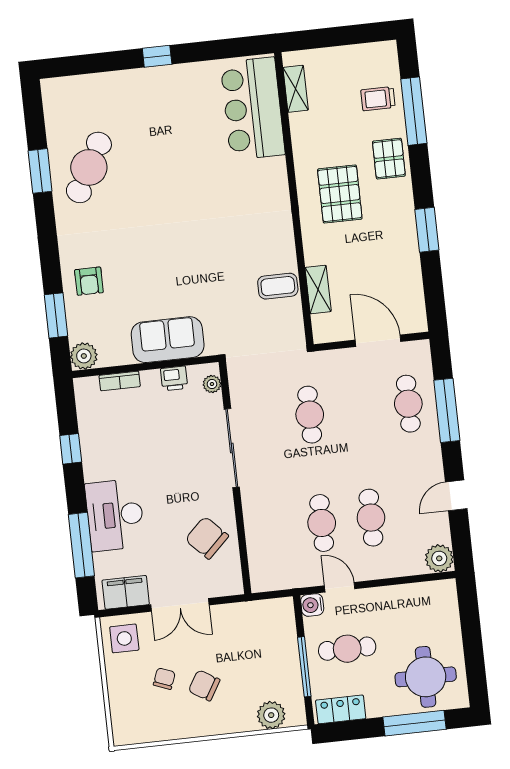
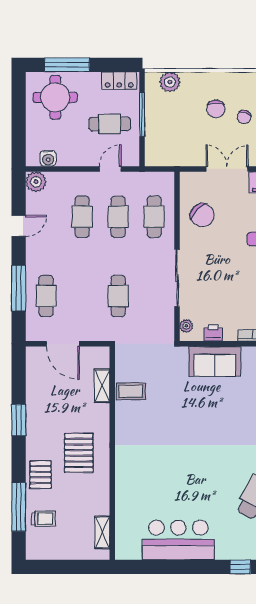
window: (157, 56) -> (240, 567), moved
bar counter: (253, 109) -> (178, 540), moved, turned -90
cafe table: (272, 528) -> (154, 217), added
door: (340, 587) -> (110, 169), swing flipped
water cooler: (312, 605) -> (48, 158), moved, turned 90
chair: (204, 685) -> (216, 109), turned 59

